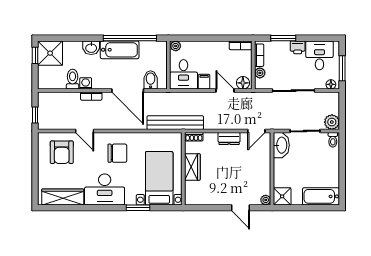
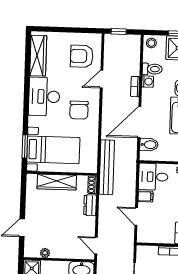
plant: (260, 73) -> (152, 251), removed
stool: (46, 81) -> (151, 43), added
floor lamp: (243, 83) -> (143, 234), removed
door: (225, 91) -> (136, 216), swing flipped
dresser: (229, 138) -> (90, 205), moved
wardrobe: (192, 167) -> (57, 182), width x1.50
plant: (266, 200) -> (45, 253), moved
window: (138, 208) -> (25, 146), moved

